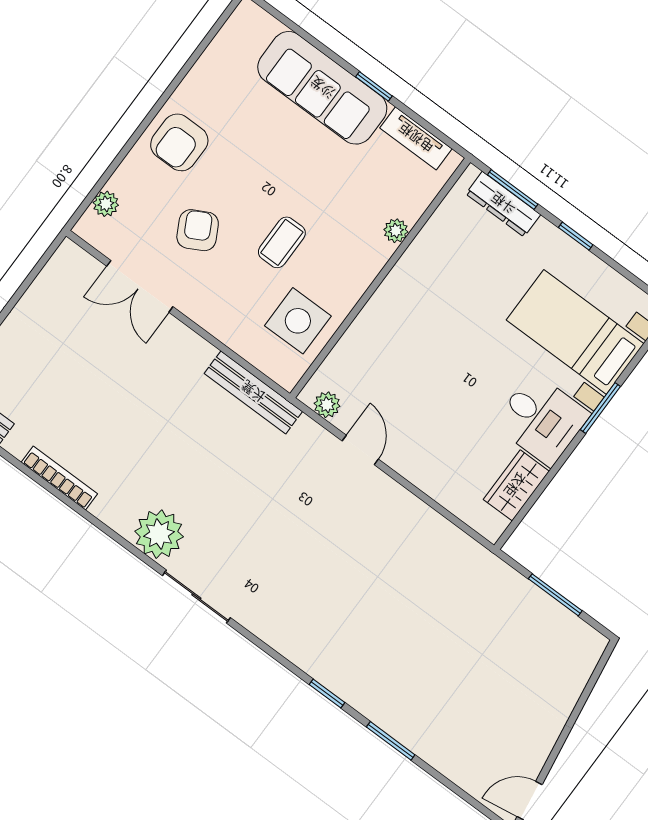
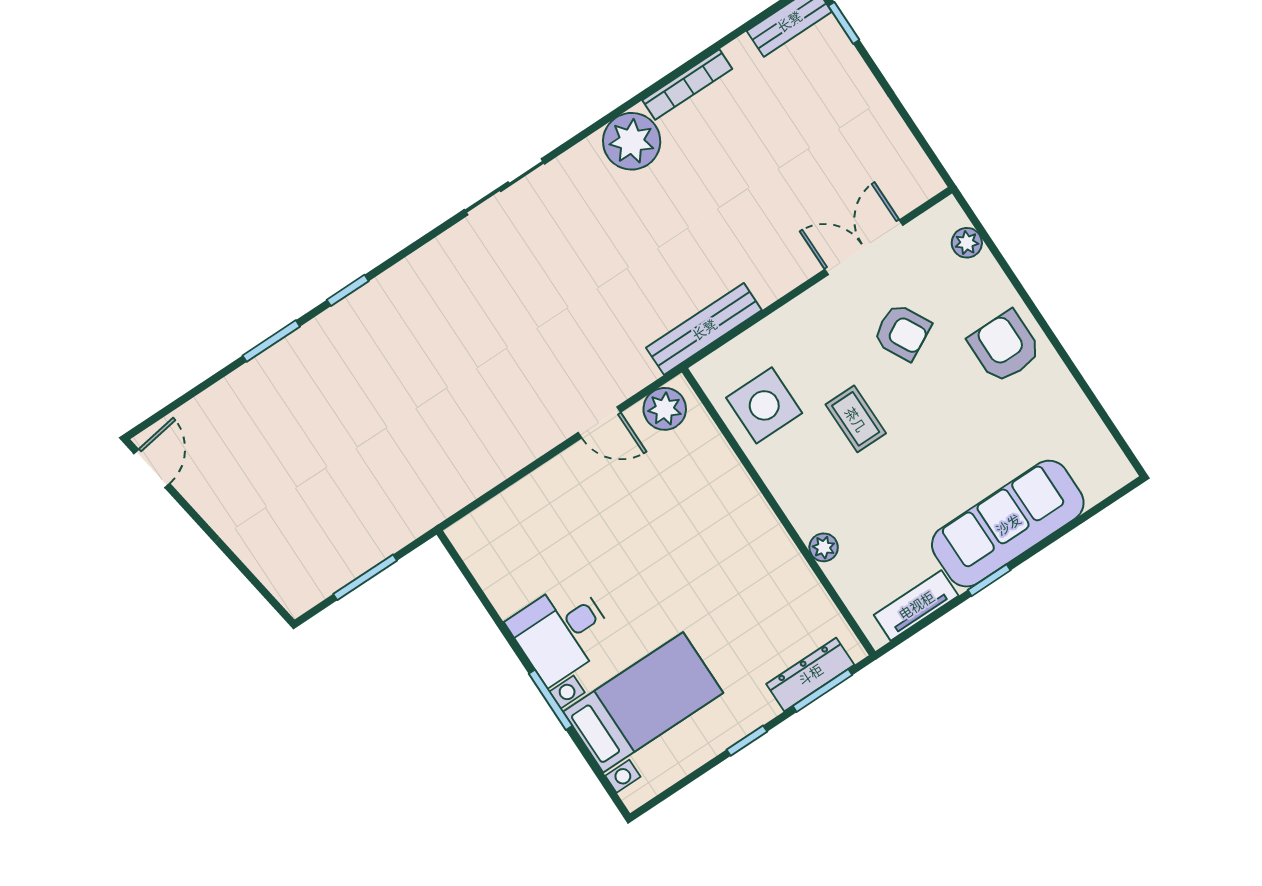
plant: (327, 405) -> (665, 409), width x1.38, depth x1.38
wardrobe: (516, 485) -> (499, 578), removed
plant: (159, 534) -> (632, 141), moved

